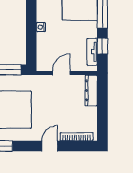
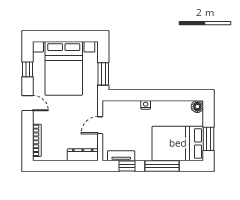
door: (61, 73) -> (100, 125), swing flipped
door: (50, 146) -> (28, 103), moved

